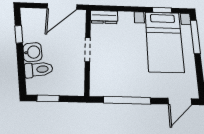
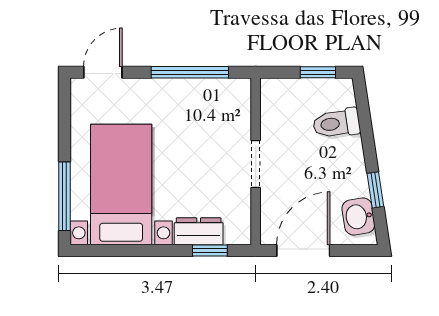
window: (162, 10) -> (210, 251), moved
dresser: (104, 17) -> (199, 231), moved
washbasin: (32, 52) -> (358, 217), moved

